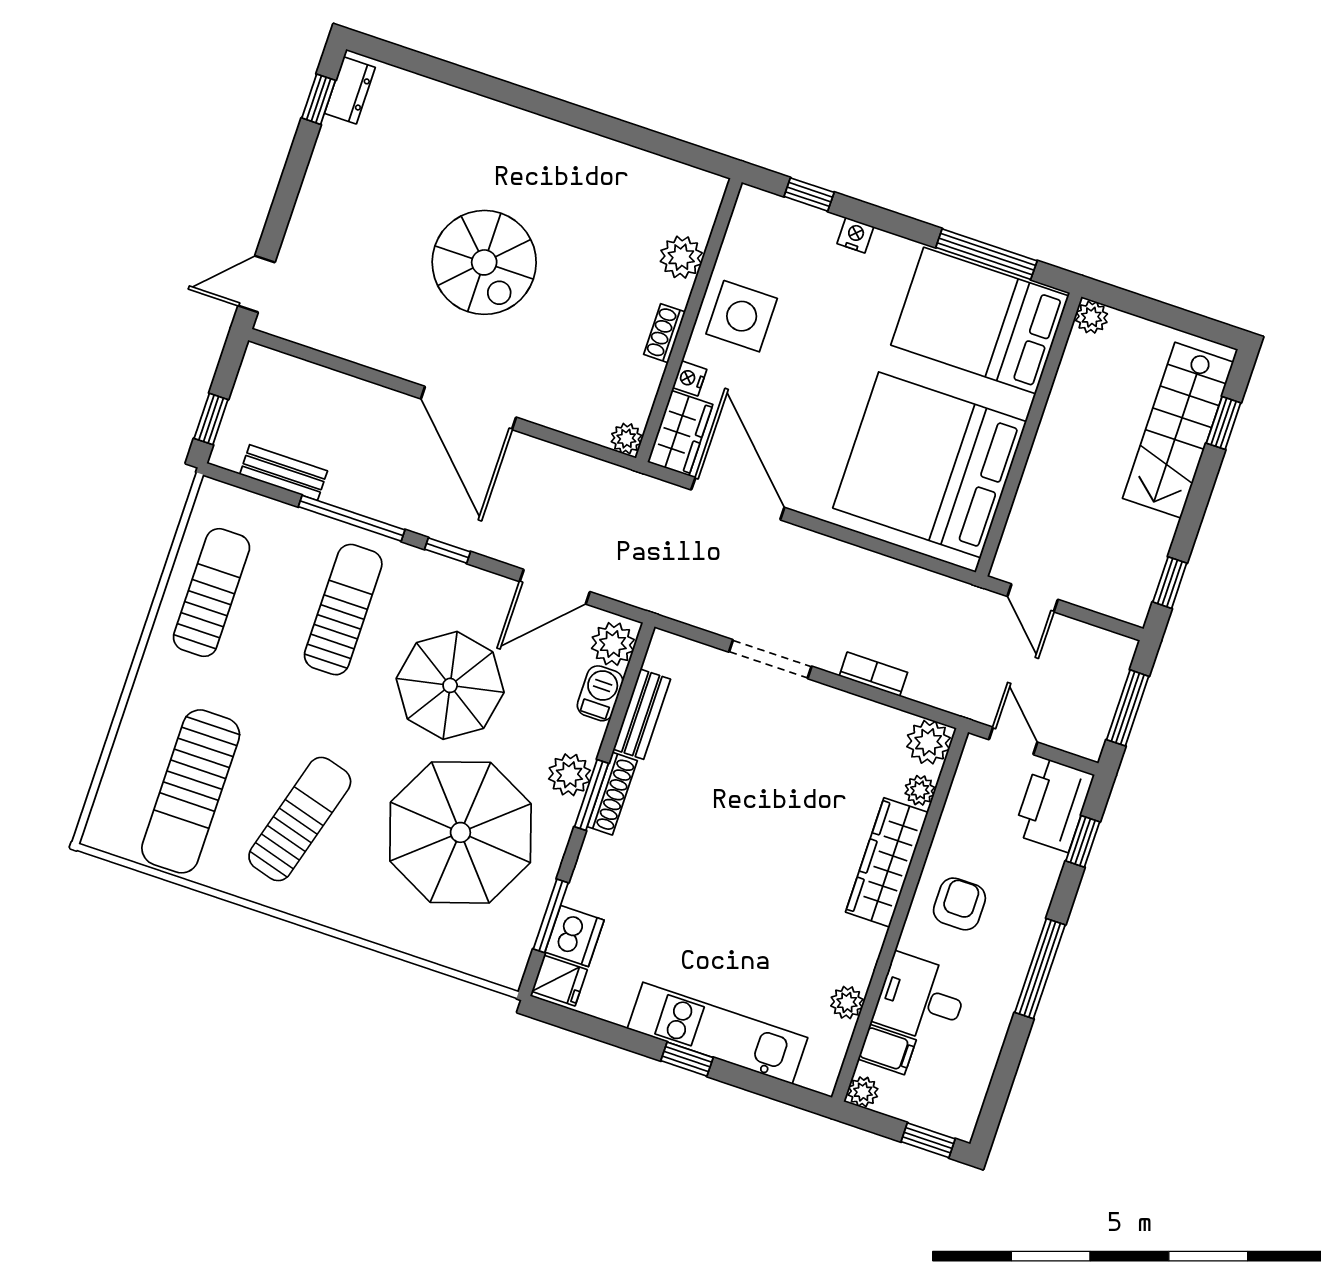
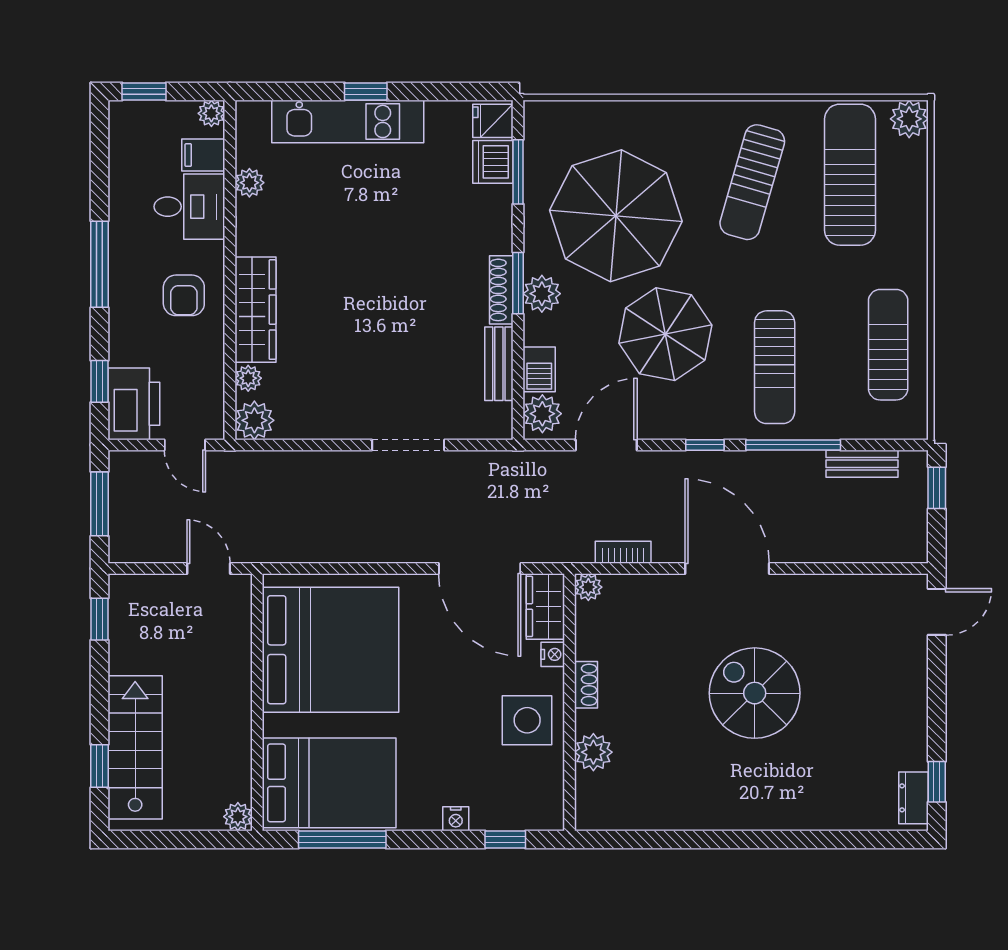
sun lounger: (211, 593) -> (888, 345), turned 180
bookcase: (873, 674) -> (623, 552), moved, turned 180
plant: (106, 830) -> (909, 119), added

